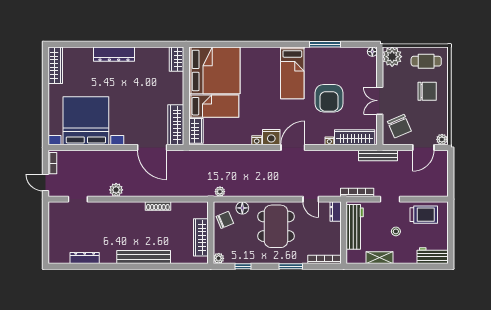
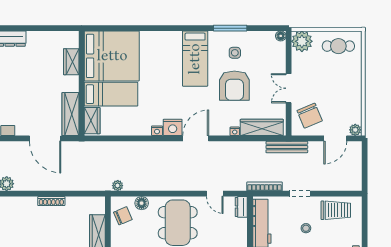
wardrobe: (176, 59) -> (71, 62), moved
side table: (329, 67) -> (235, 53), added
chair: (427, 91) -> (339, 78), removed

